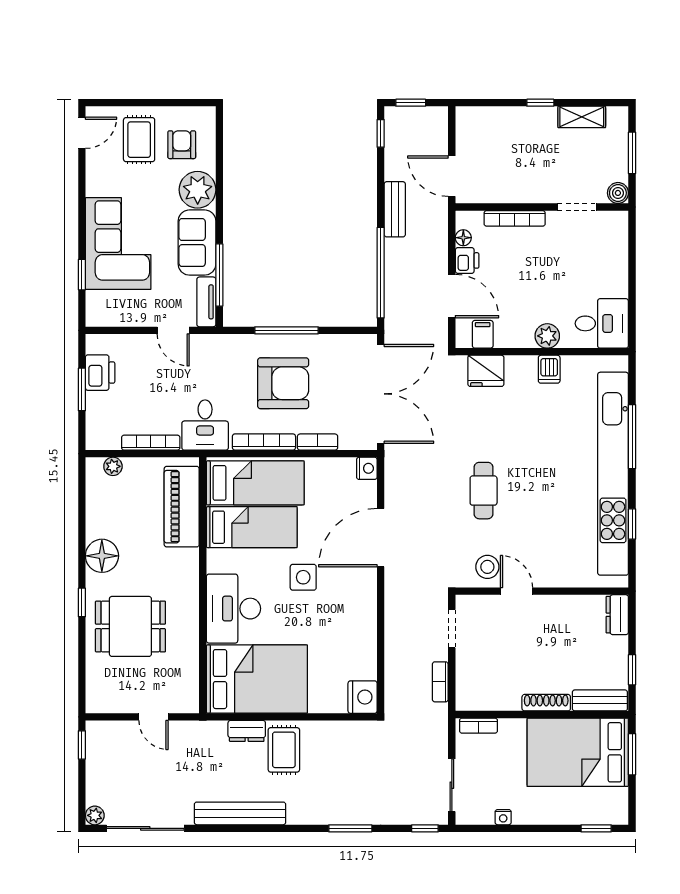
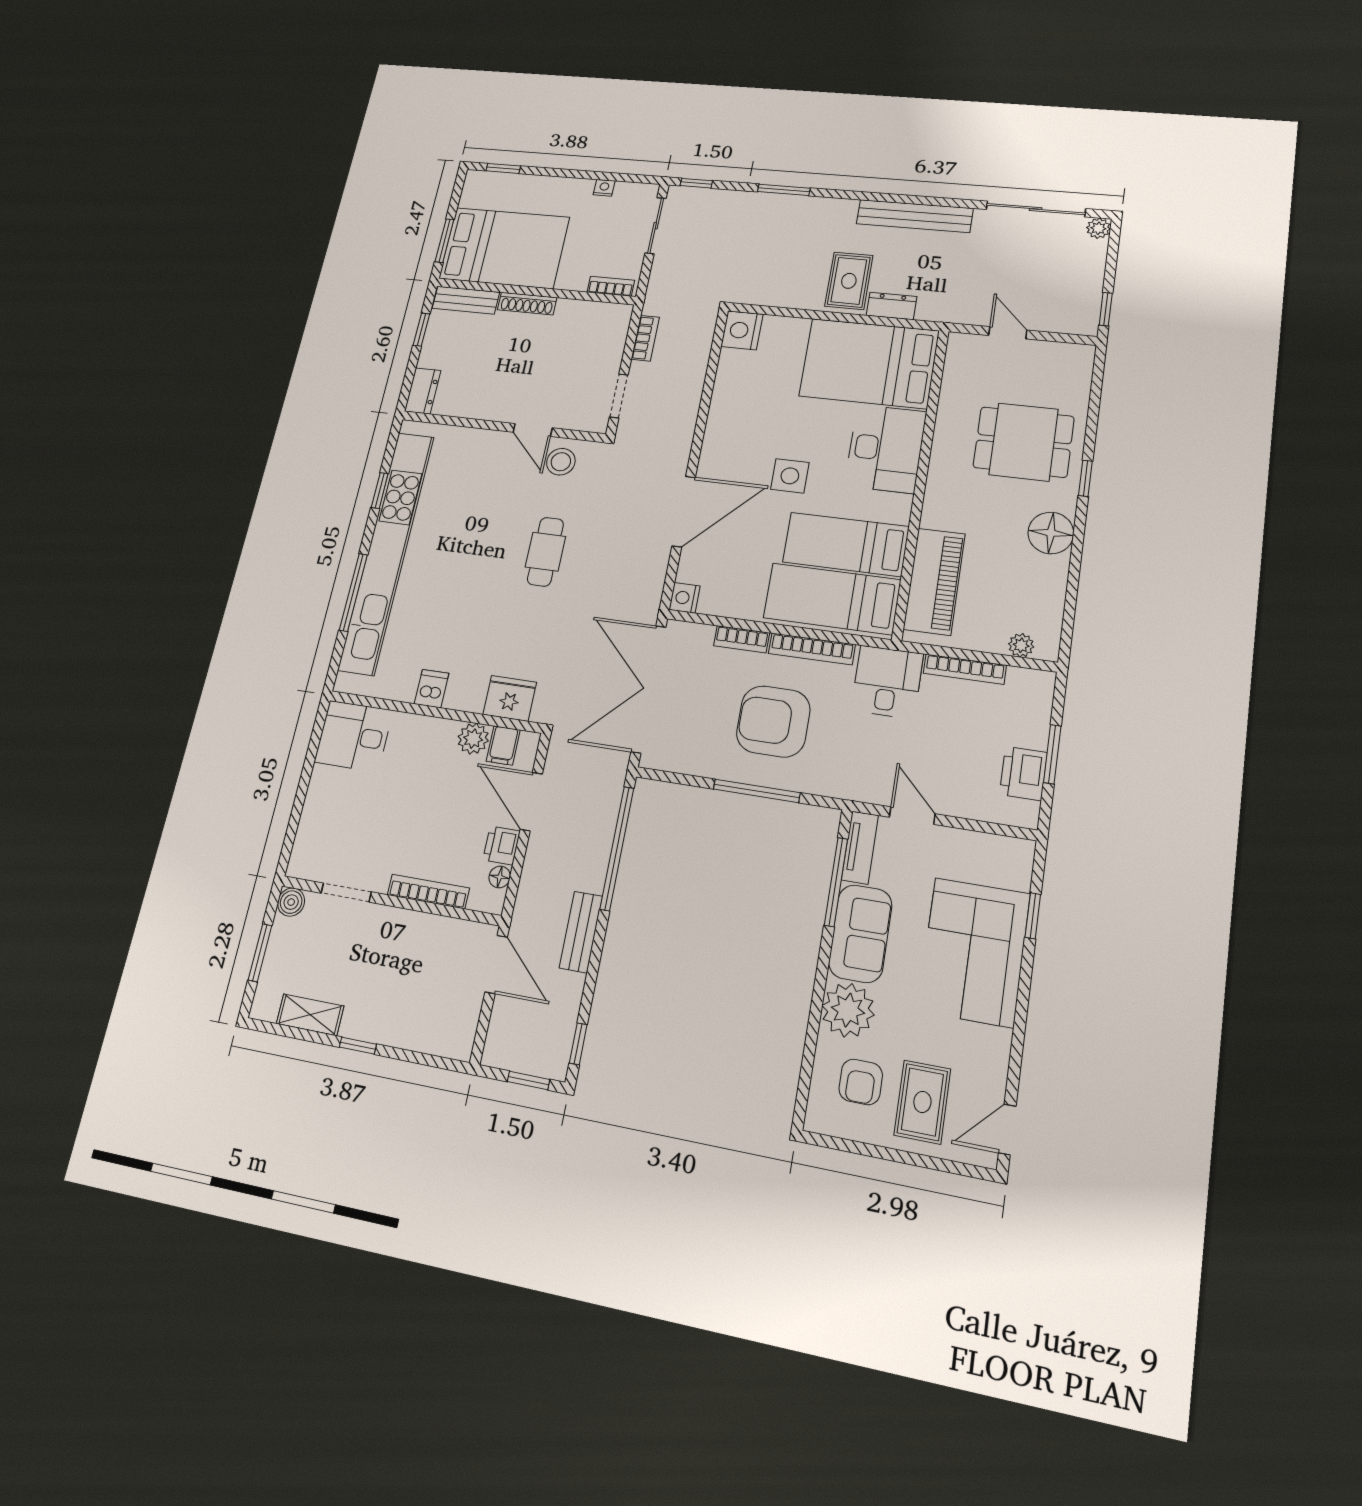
plant: (547, 336) -> (473, 739), moved

